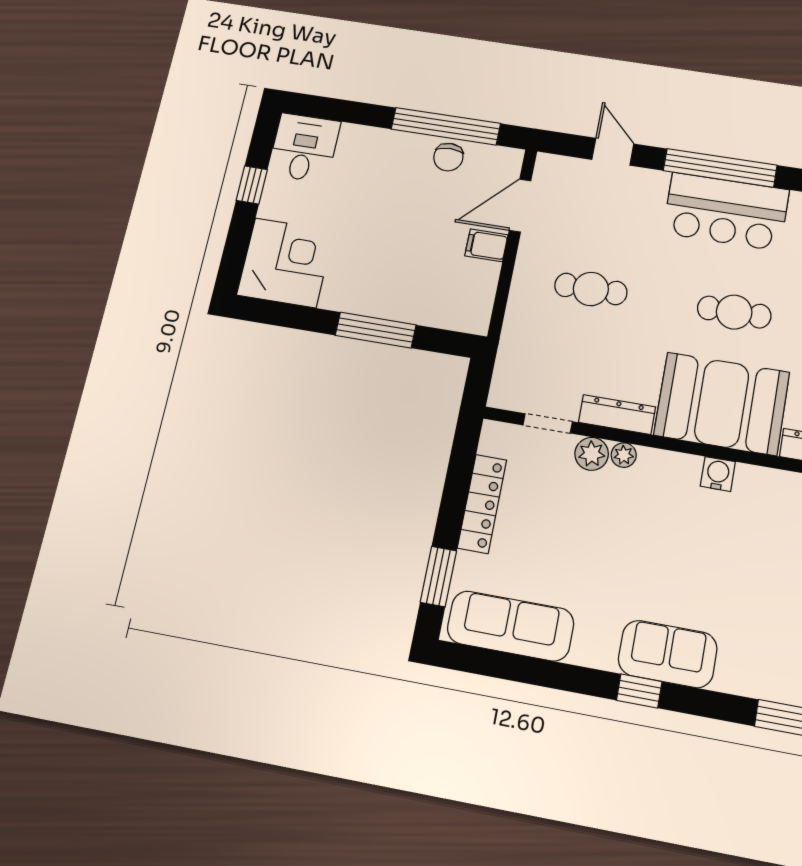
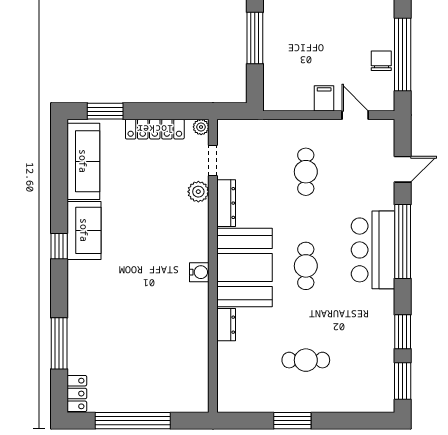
chair: (448, 157) -> (381, 61), turned 90
door: (520, 205) -> (355, 115), width x0.73
plant: (624, 455) -> (201, 127), moved
sofa: (668, 654) -> (84, 230), moved

